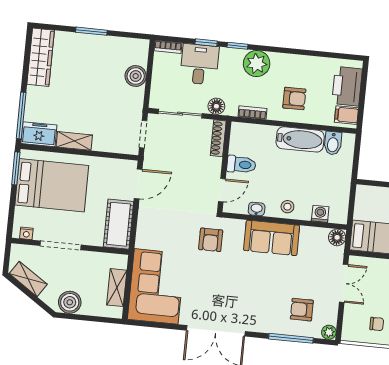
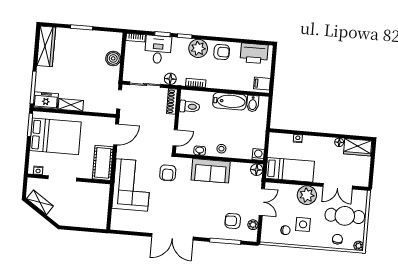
printer: (347, 86) -> (254, 53), moved, turned -90
armchair: (294, 99) -> (222, 52), moved
toilet: (241, 165) -> (190, 107), moved
washing machine: (320, 214) -> (258, 154), moved
corner sofa: (156, 286) -> (132, 185), moved
shelving: (117, 288) -> (102, 207), removed
boiler: (70, 302) -> (69, 218), removed
plant: (329, 332) -> (253, 225), moved

